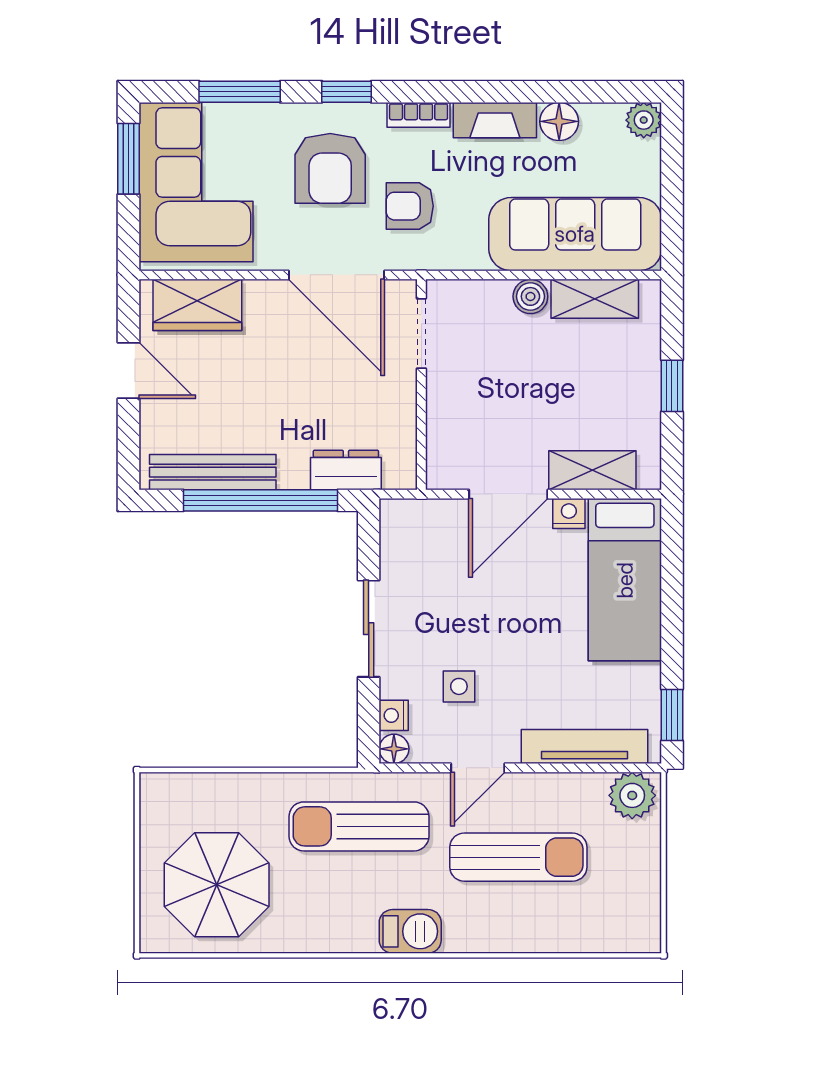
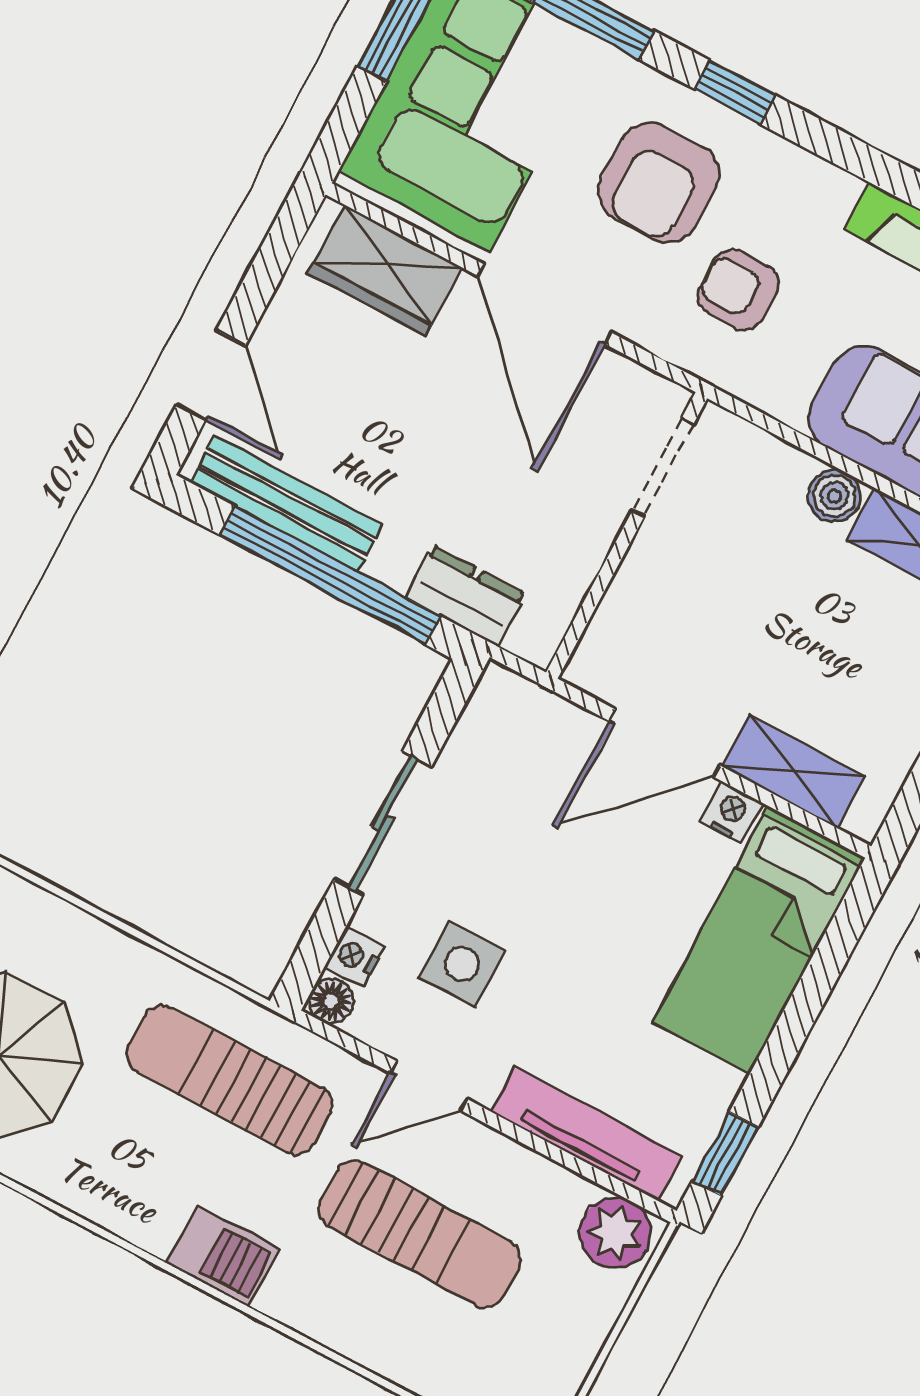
bookcase: (419, 115) -> (815, 174), removed
door: (336, 275) -> (545, 304), moved
door: (129, 370) -> (211, 375), moved
side table: (459, 686) -> (462, 964), width x1.37, depth x1.37

